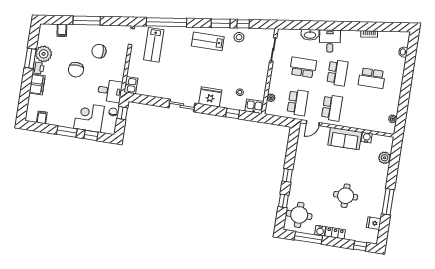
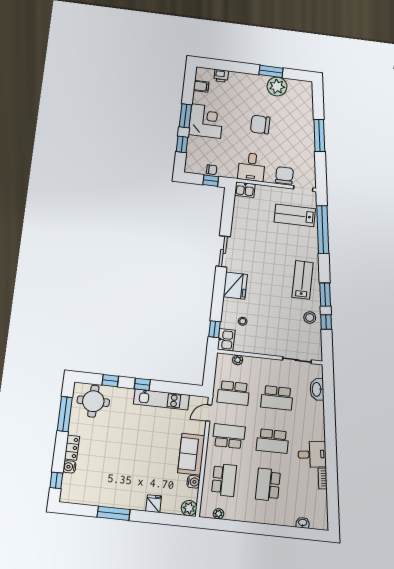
filing cabinet: (62, 30) -> (306, 107), removed
washbasin: (310, 35) -> (317, 389), moved
desk: (330, 41) -> (312, 454), moved
chair: (99, 51) -> (284, 175), moved
school desk: (303, 67) -> (277, 398), turned 90
printer: (38, 68) -> (221, 76), moved
filing cabinet: (37, 84) -> (240, 80), removed
desk: (110, 91) -> (252, 167), moved
school desk: (332, 108) -> (229, 436), turned 180
window: (233, 113) -> (214, 329), moved
school desk: (366, 113) -> (224, 480), added
corner desk: (89, 117) -> (206, 121), moved
door: (313, 123) -> (209, 413), hinge flipped
plant: (385, 158) -> (189, 508), moved
kitchen unit: (300, 161) -> (161, 399), added
round table: (346, 196) -> (119, 459), removed
fridge: (374, 223) -> (154, 504), moved
water cooler: (320, 231) -> (69, 467), moved

